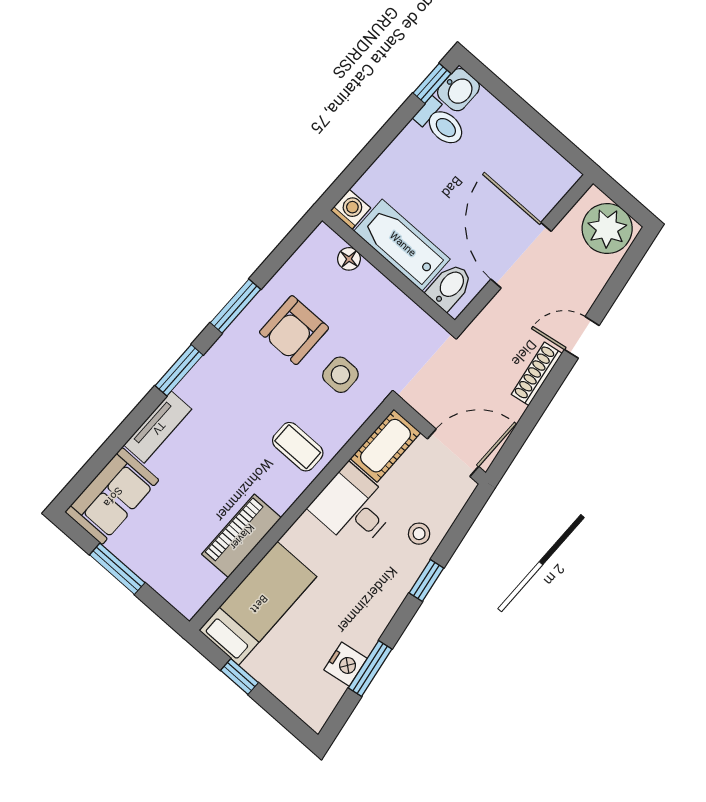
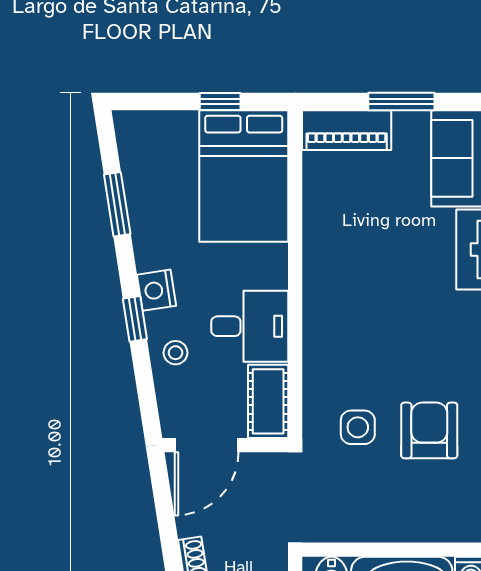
floor lamp: (349, 259) -> (436, 530), removed
coffee table: (298, 447) -> (341, 336), removed
piano: (241, 536) -> (347, 130), moved, turned 90
bed: (258, 603) -> (244, 176), width x1.50
nightstand: (346, 664) -> (156, 290), moved

